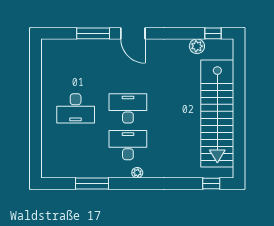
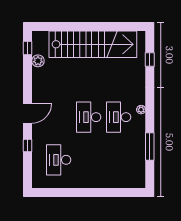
window: (93, 33) -> (27, 146), width x0.46
desk: (76, 108) -> (59, 160), moved, turned 180
window: (211, 183) -> (150, 59), moved

